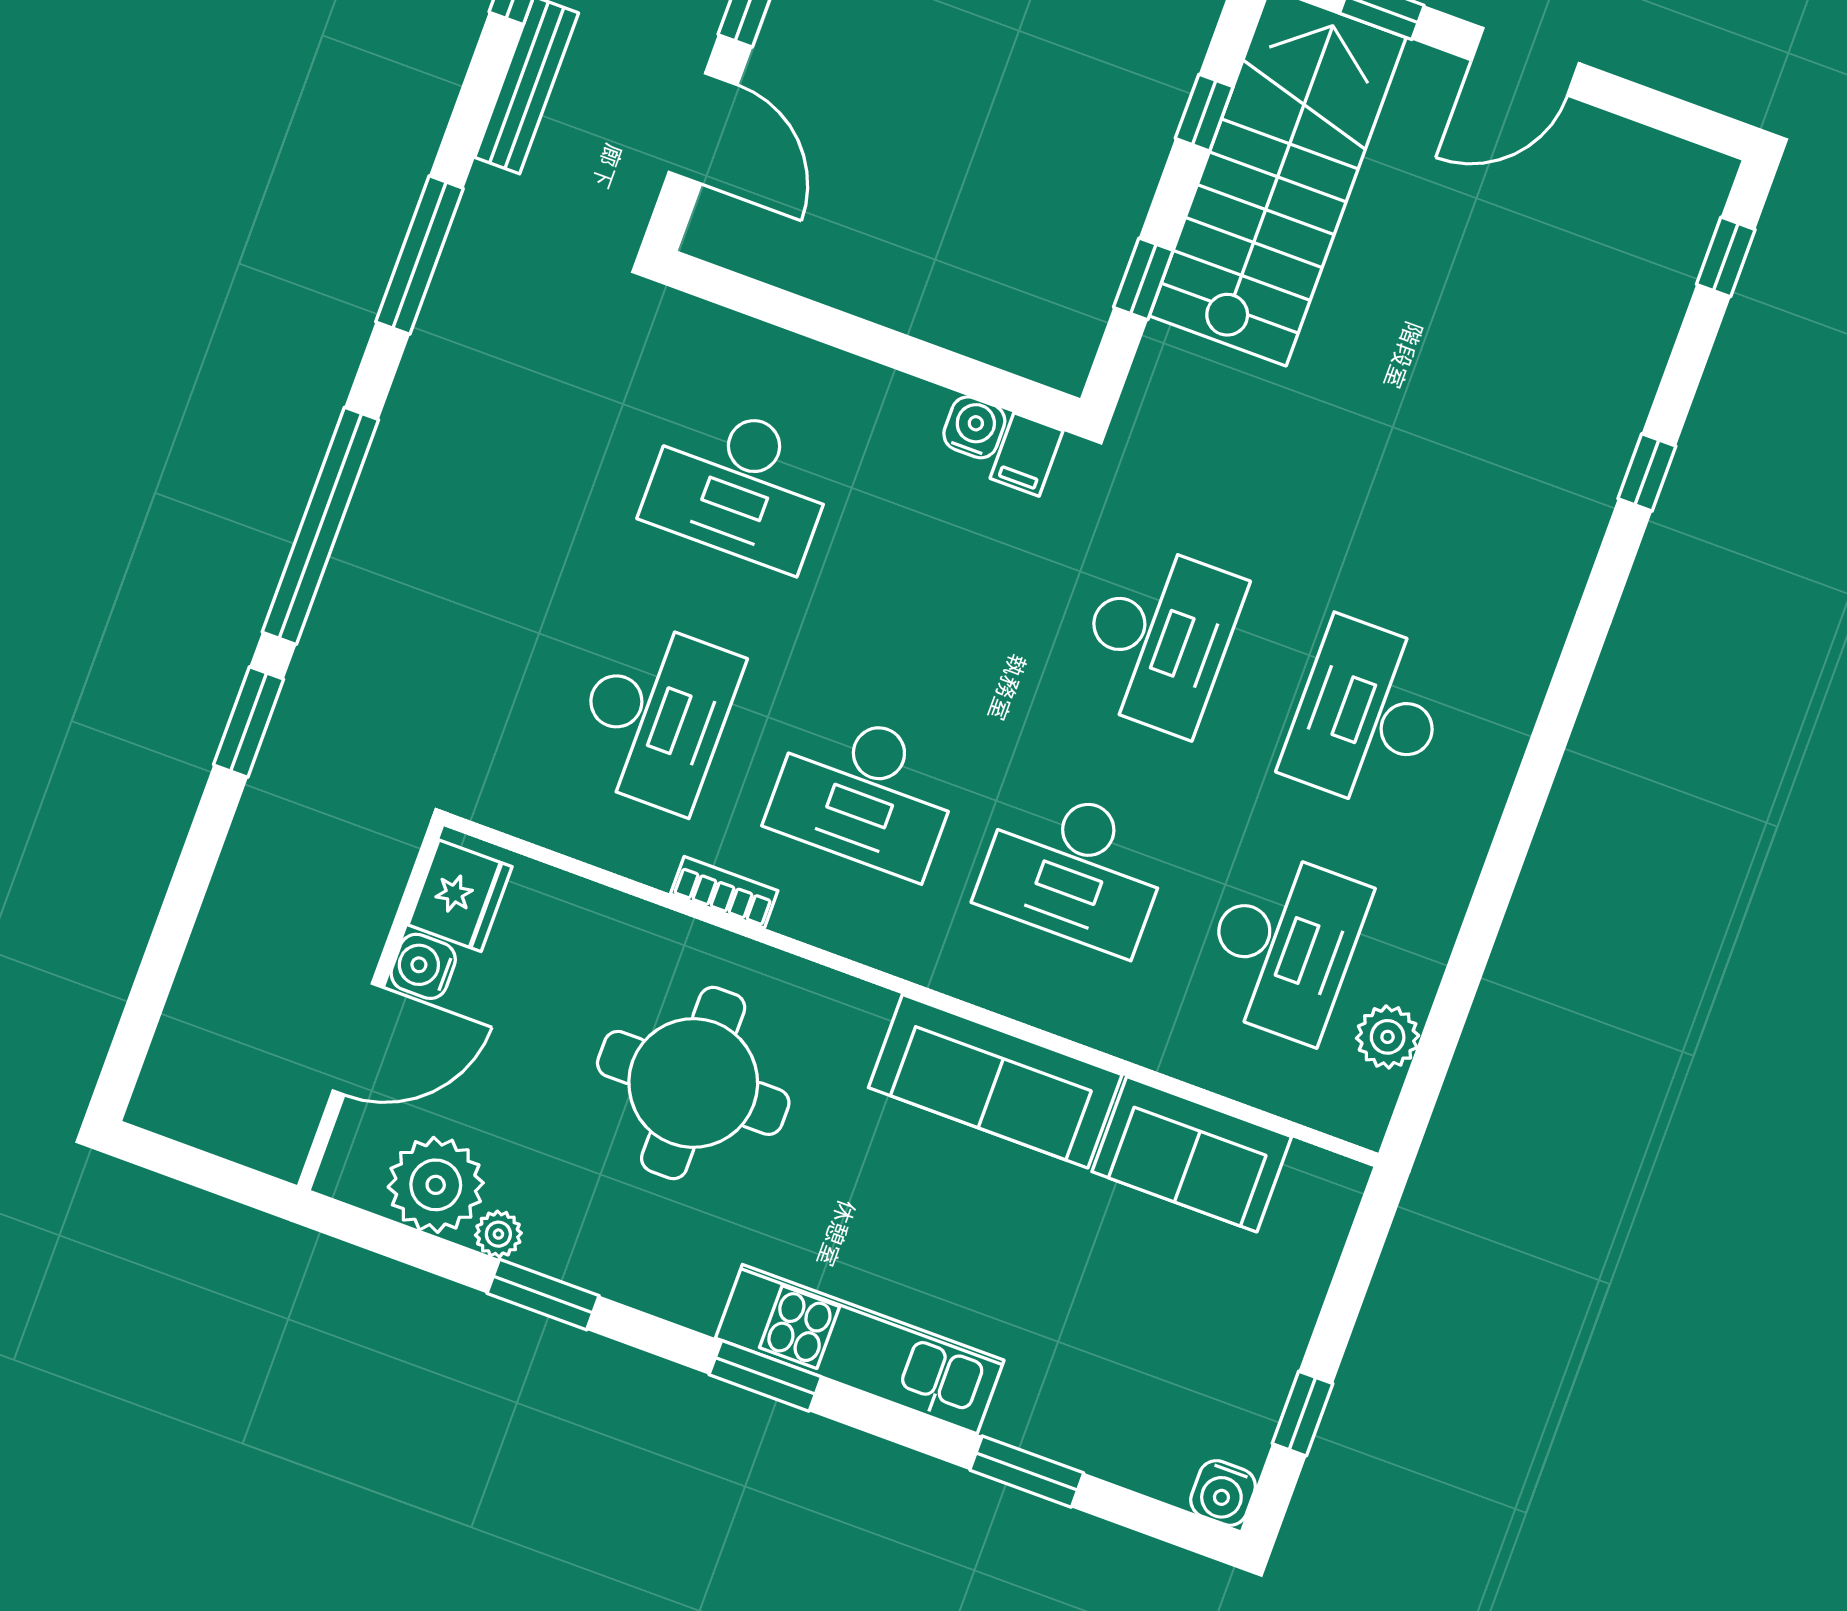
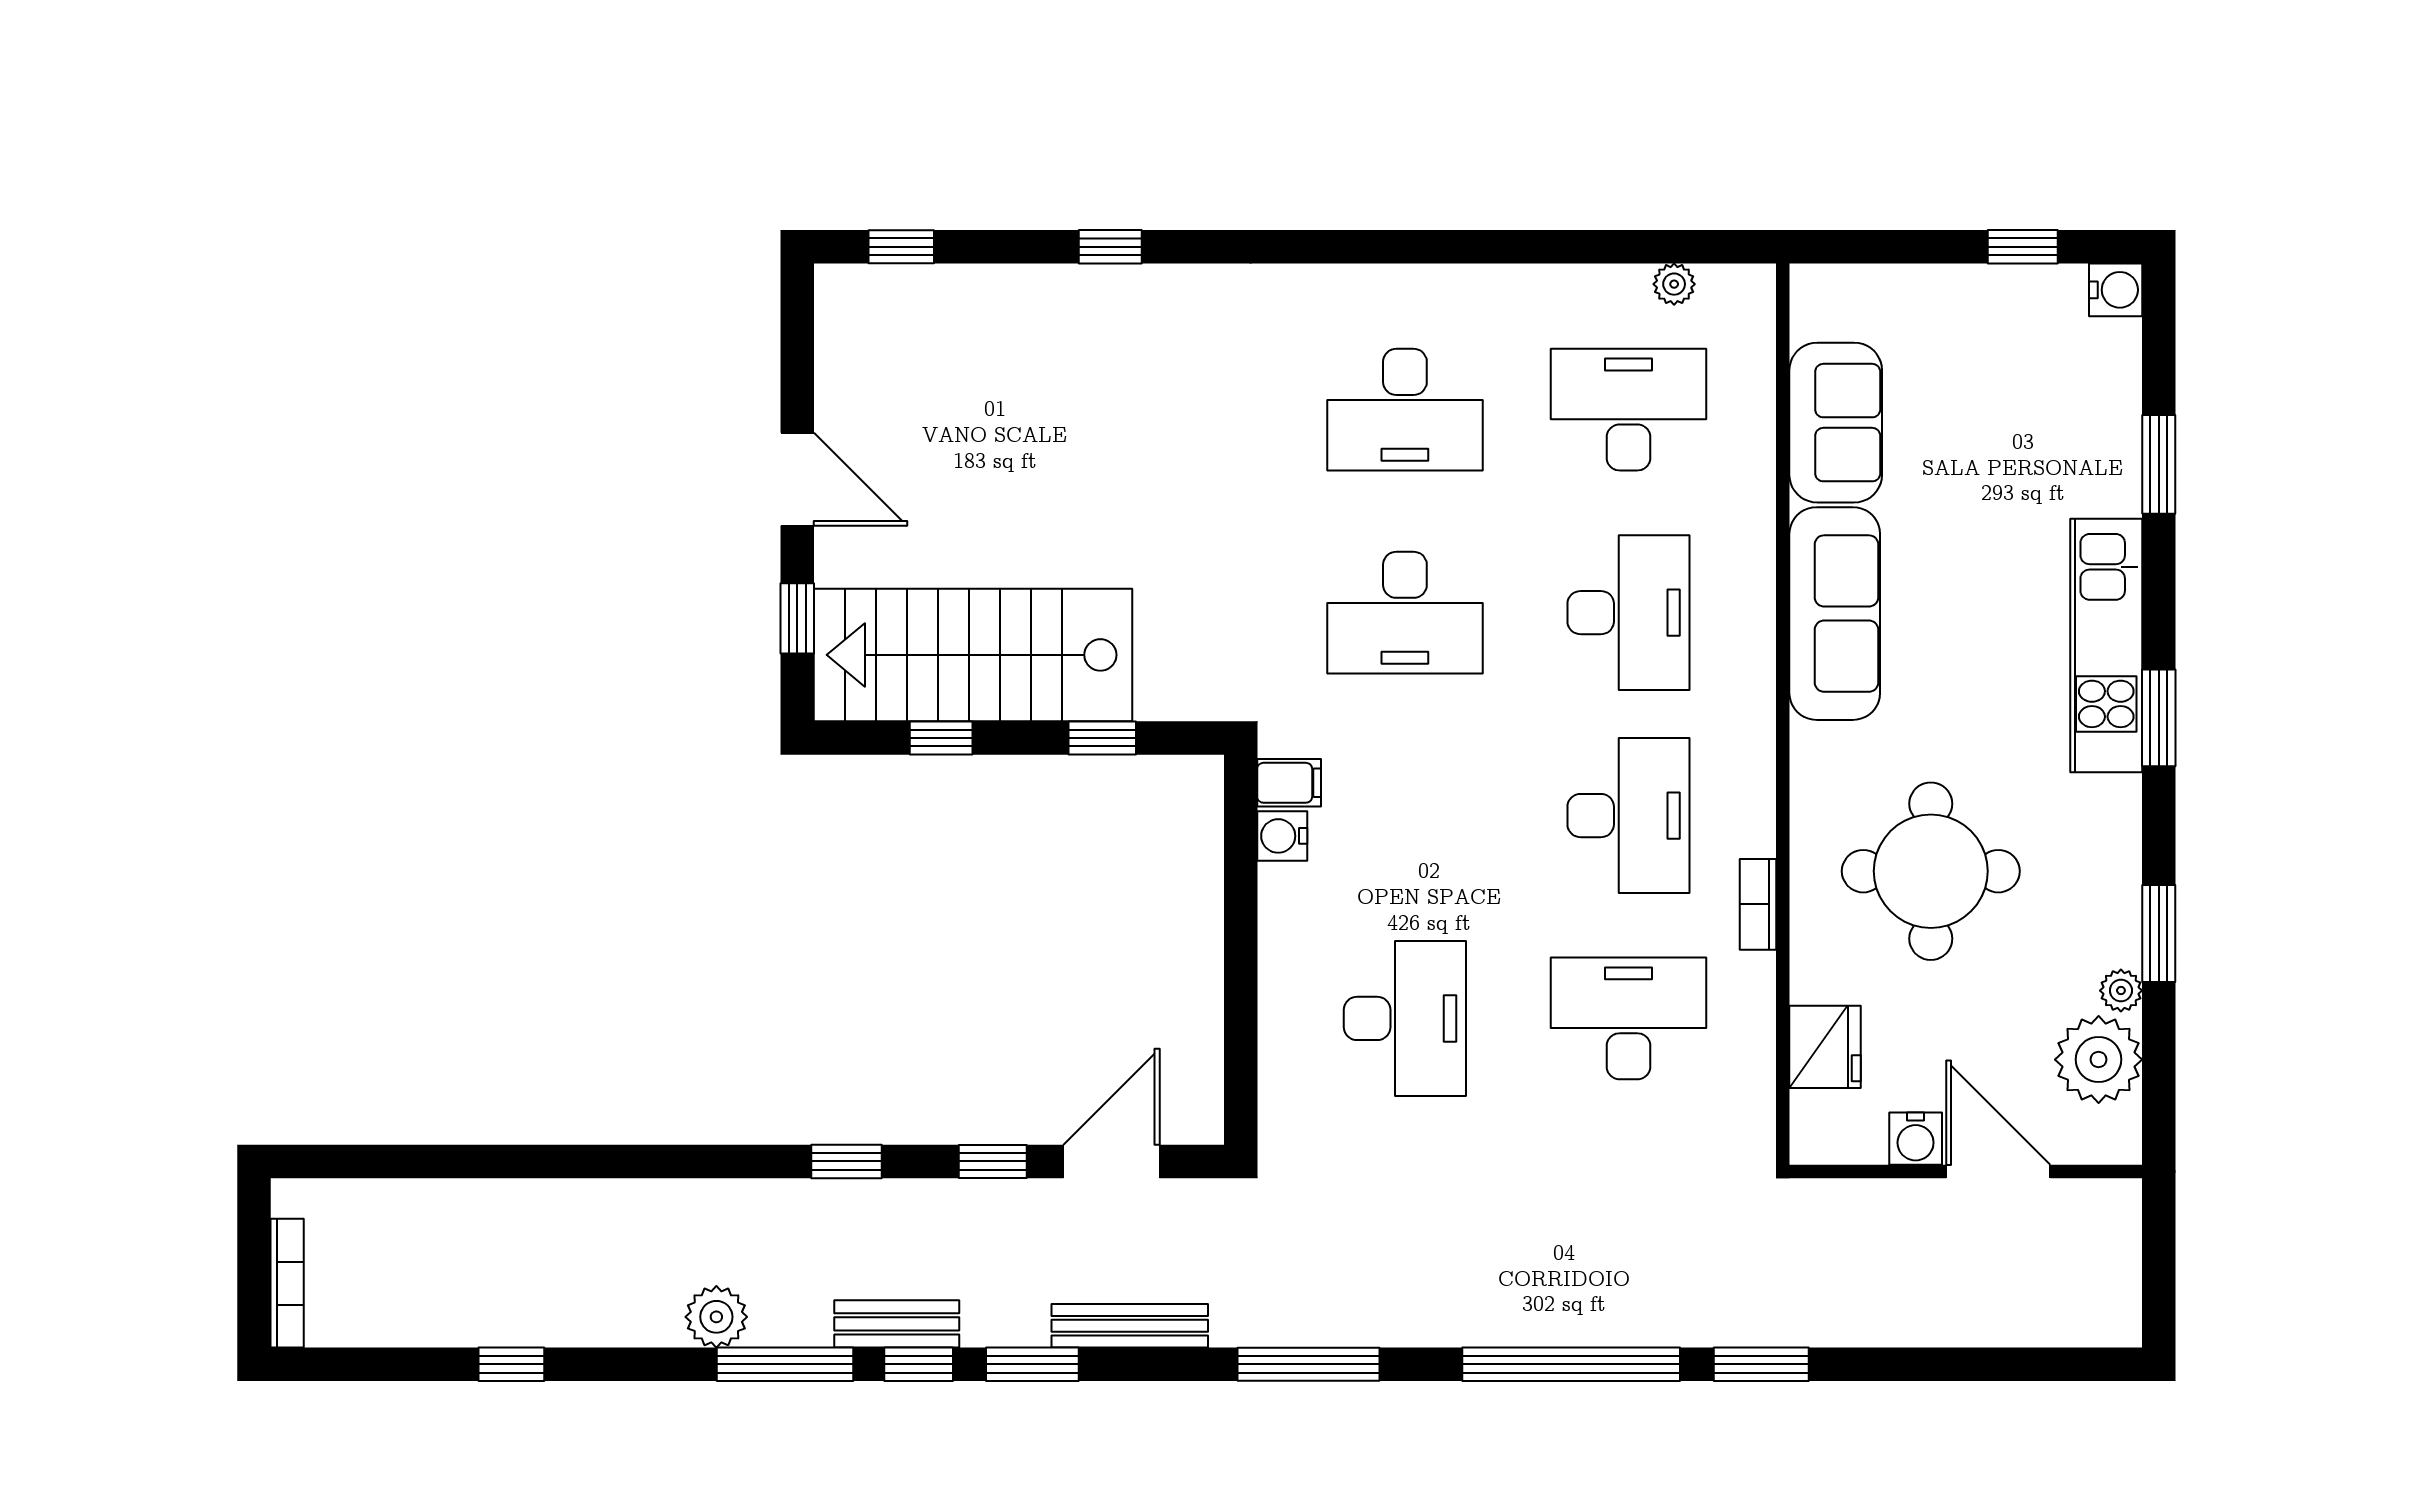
desk: (1158, 638) -> (1405, 613), turned 180
fridge: (460, 896) -> (1825, 1047), moved, turned 90
plant: (1388, 1037) -> (1674, 284), width x0.73, depth x0.73

